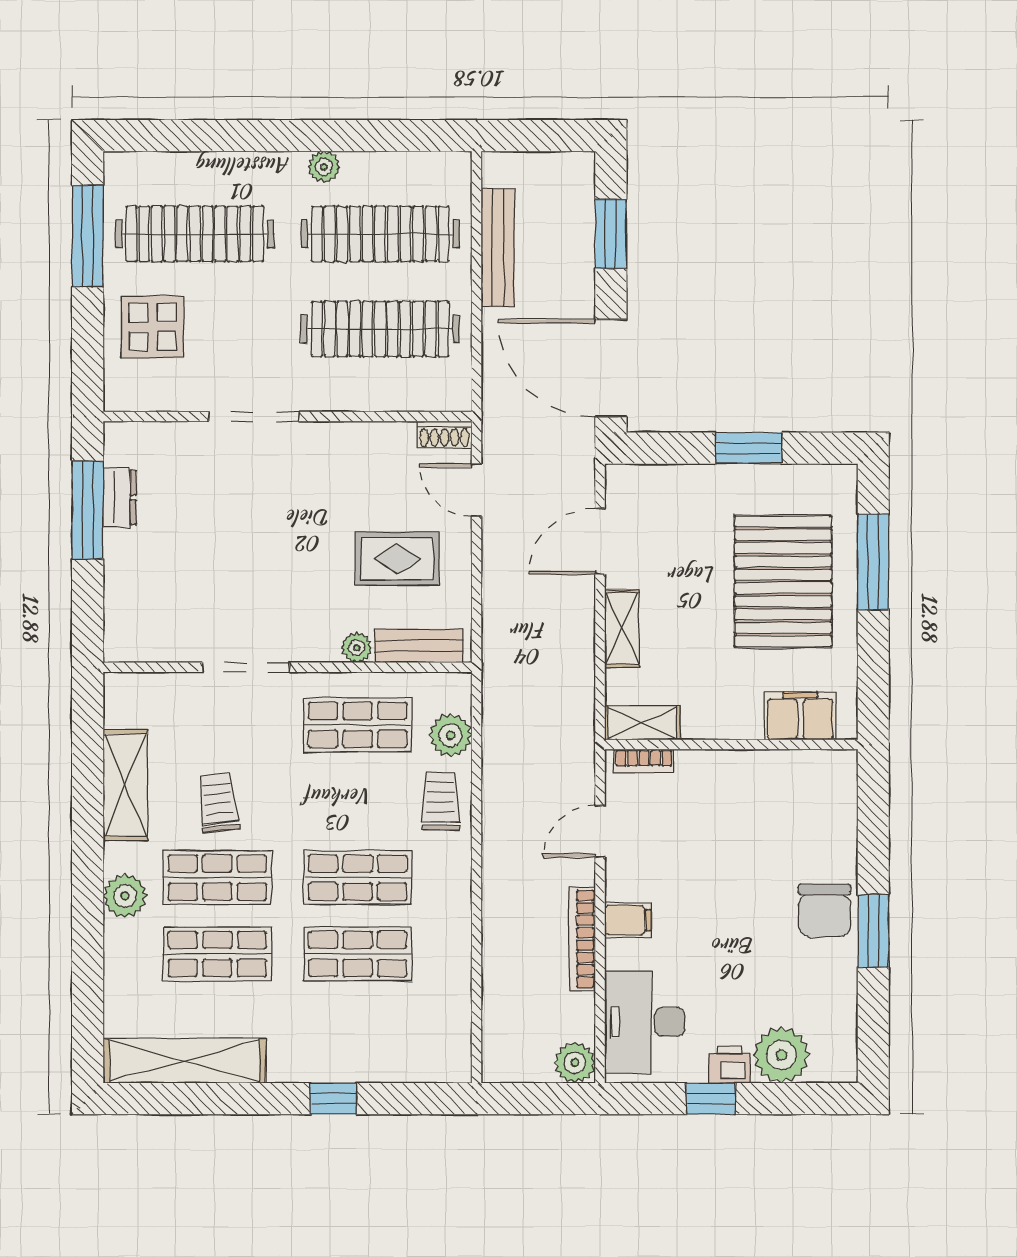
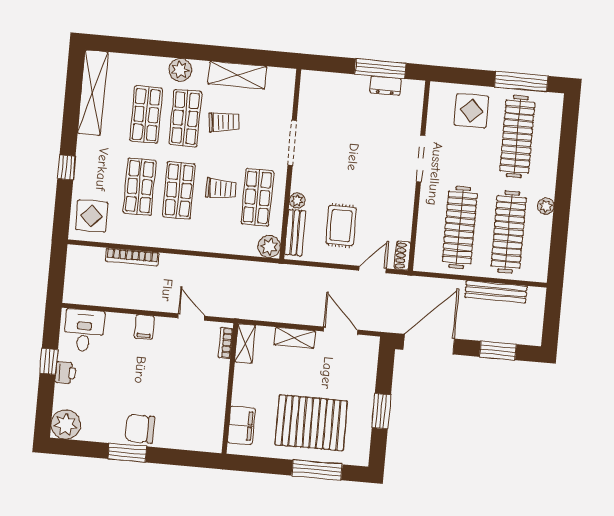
plant: (450, 735) -> (269, 247), moved
trolley: (441, 801) -> (221, 189), moved
bookcase: (582, 939) -> (132, 257), moved, turned 180
desk: (645, 1022) -> (84, 330), width x0.73
display table: (423, 1041) -> (92, 216), added
plant: (781, 1055) -> (66, 424), moved
plant: (575, 1063) -> (74, 293), removed

